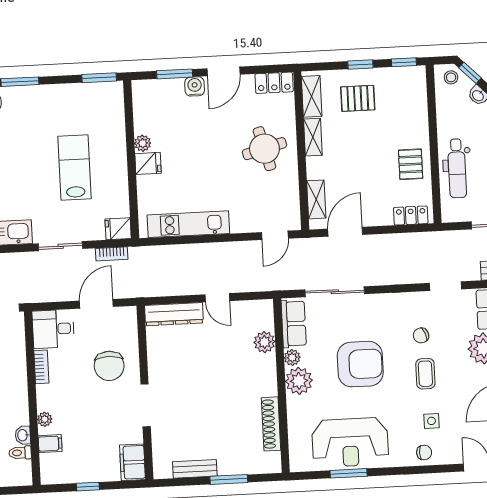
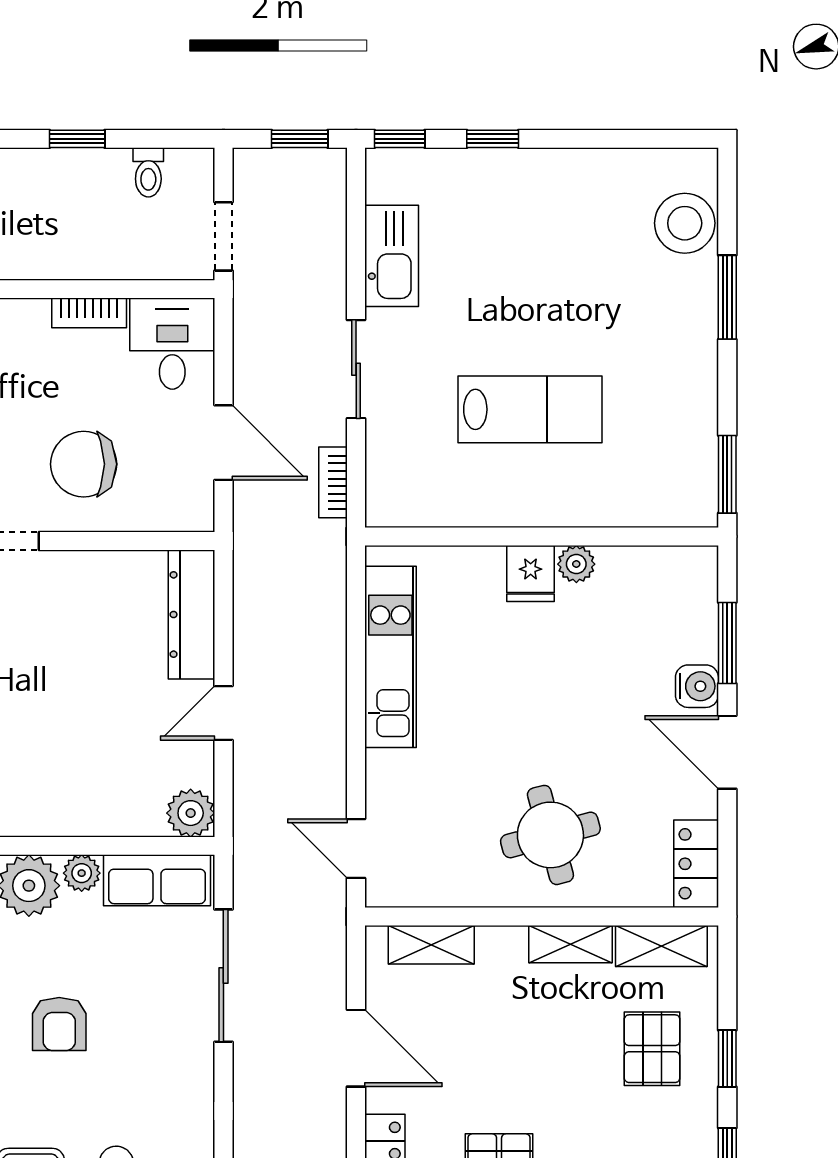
fridge: (118, 229) -> (388, 500), removed
door: (345, 232) -> (356, 1048), moved
plant: (264, 342) -> (191, 813), moved
armchair: (360, 364) -> (59, 1024), width x0.53, depth x0.53

